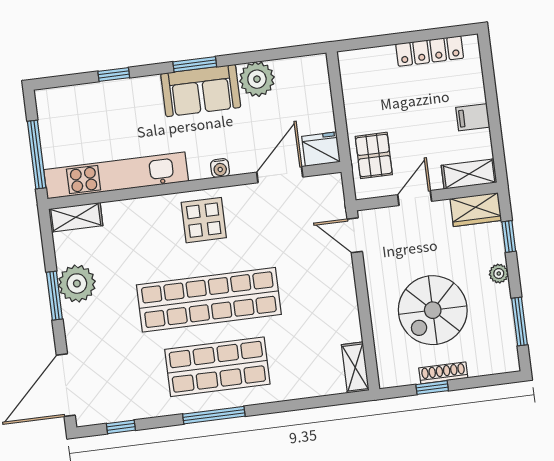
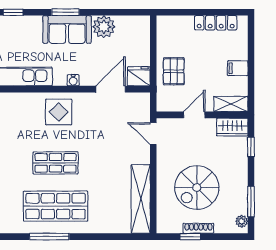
pallet: (374, 155) -> (174, 71), moved
plant: (499, 274) -> (242, 221), moved
shop shelf: (209, 300) -> (56, 163), width x0.50, depth x0.74
shelving: (355, 368) -> (141, 199), width x2.20, depth x1.33

